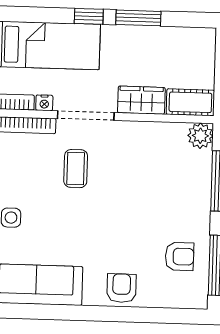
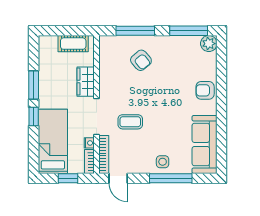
cot: (190, 102) -> (73, 44), moved, turned 90
plant: (200, 136) -> (209, 44), moved
armchair: (179, 256) -> (141, 60), moved, turned 140

